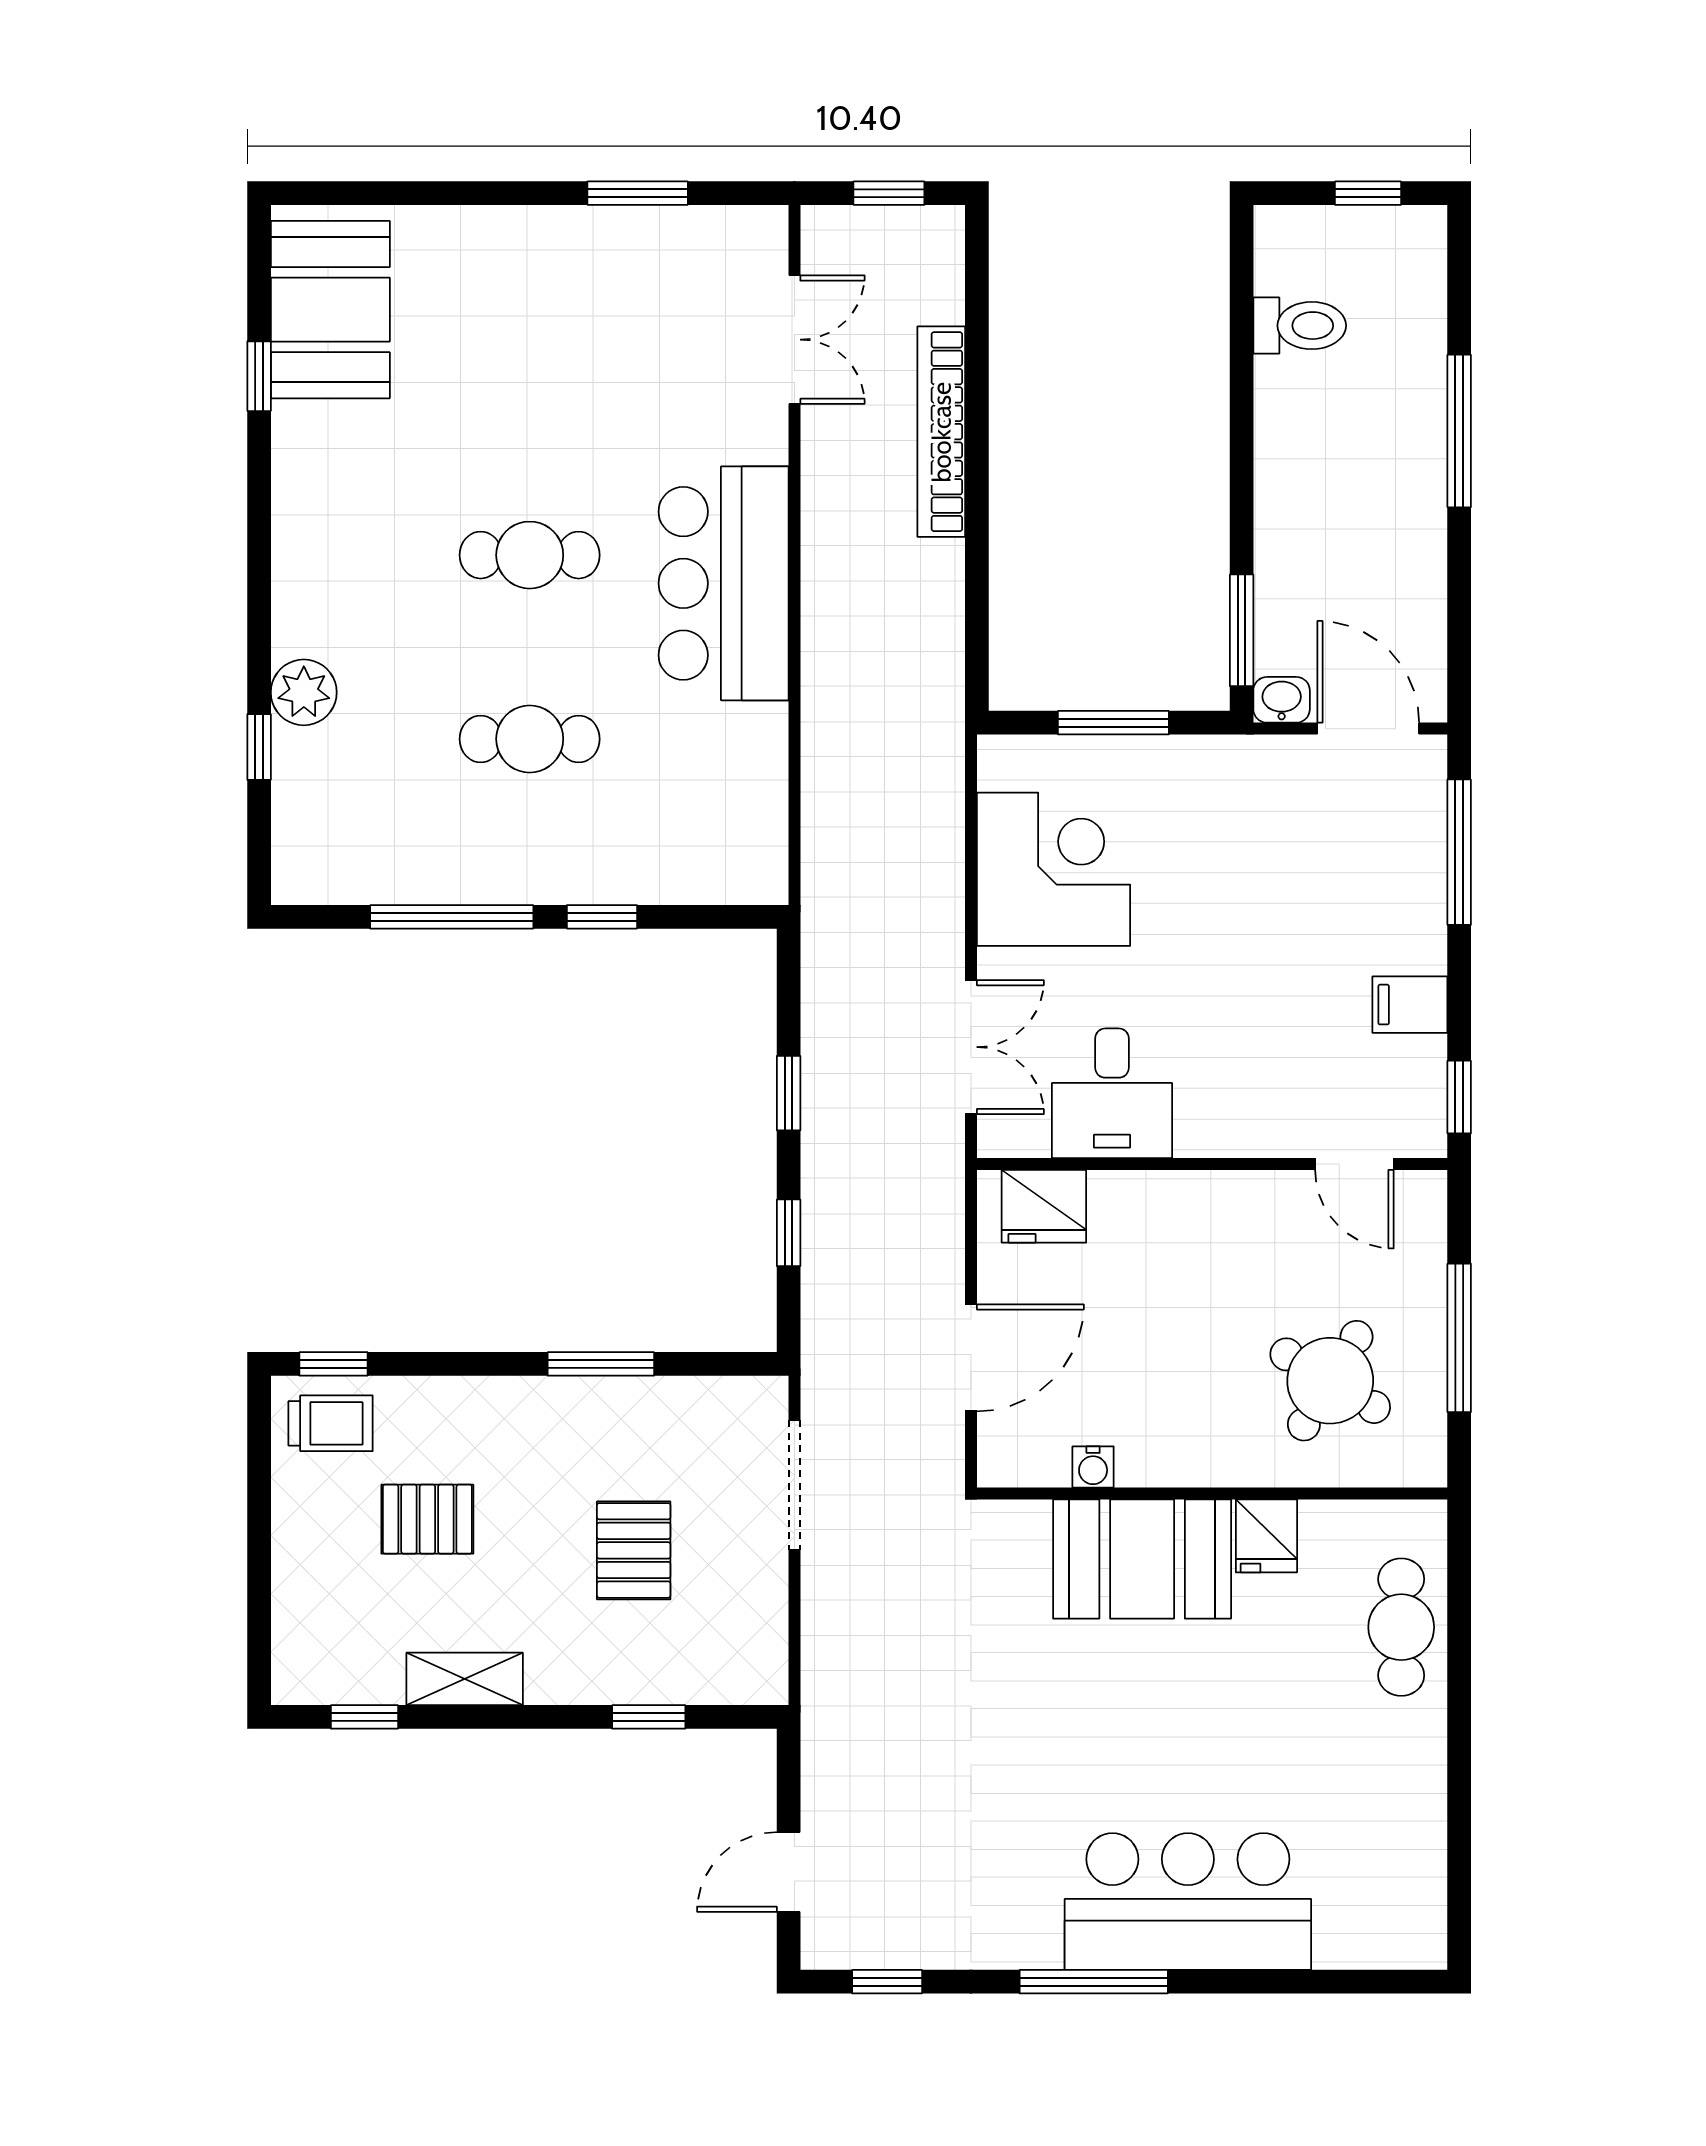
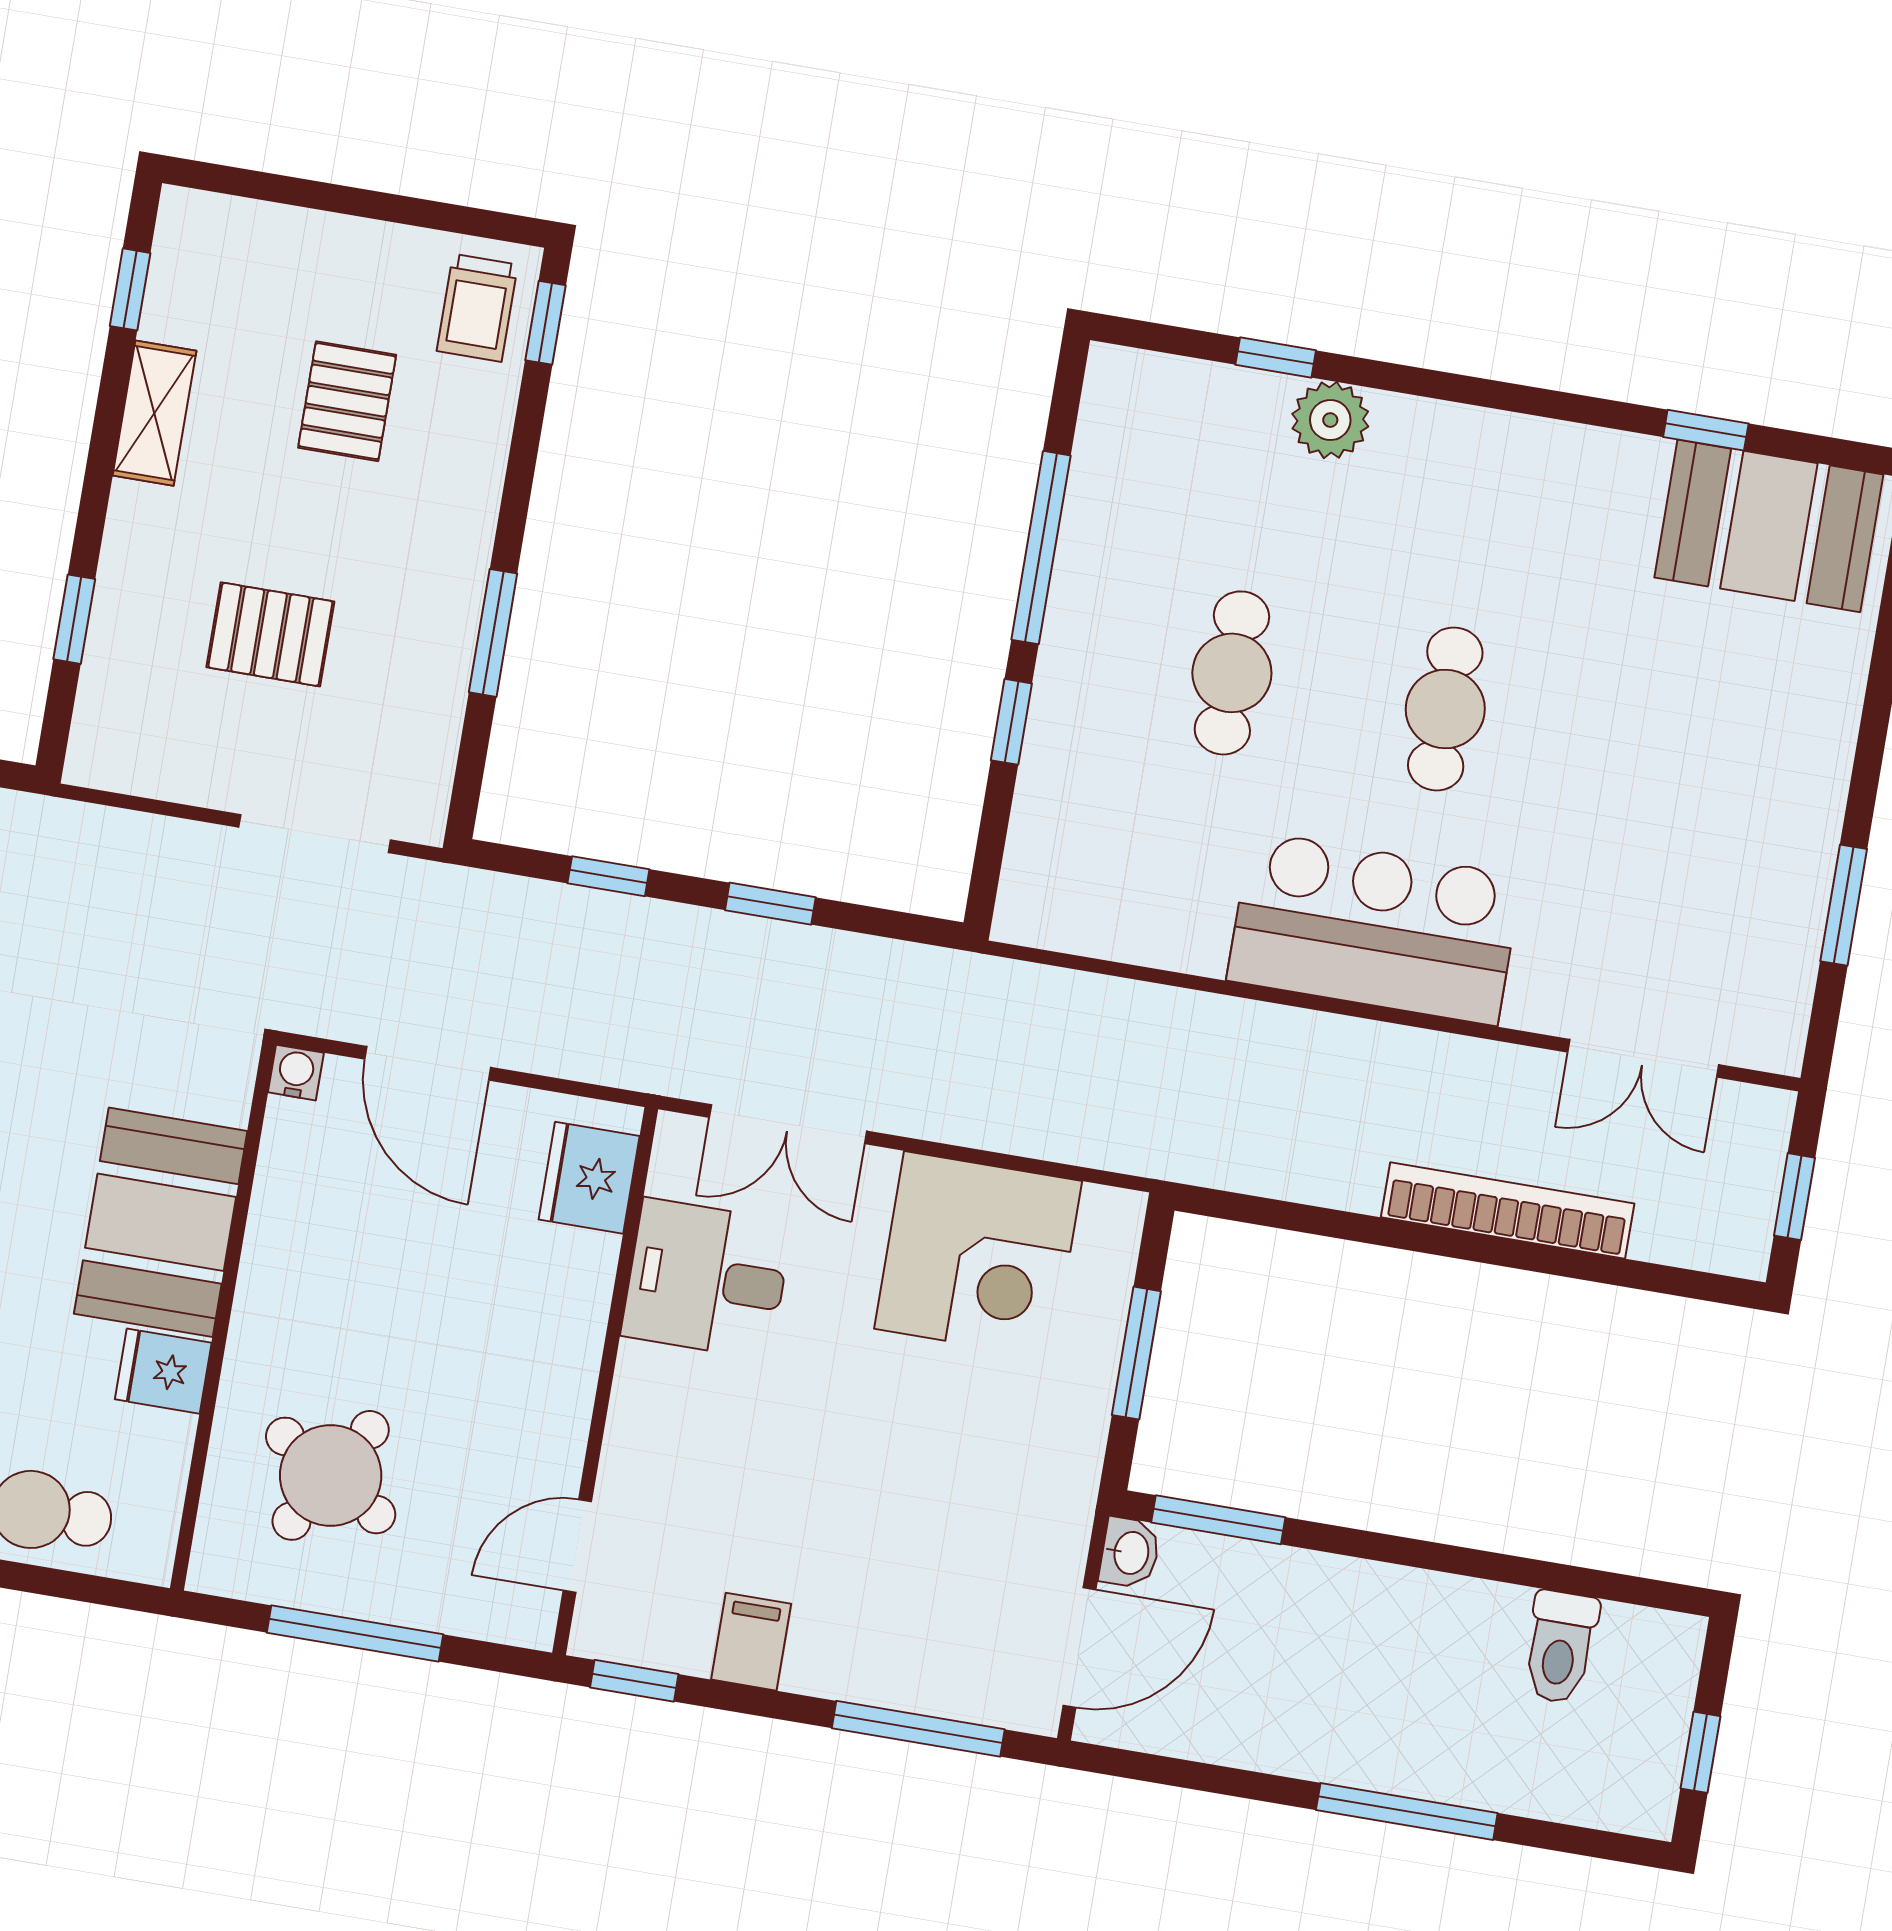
water cooler: (1093, 1467) -> (296, 1073), moved, turned 90

